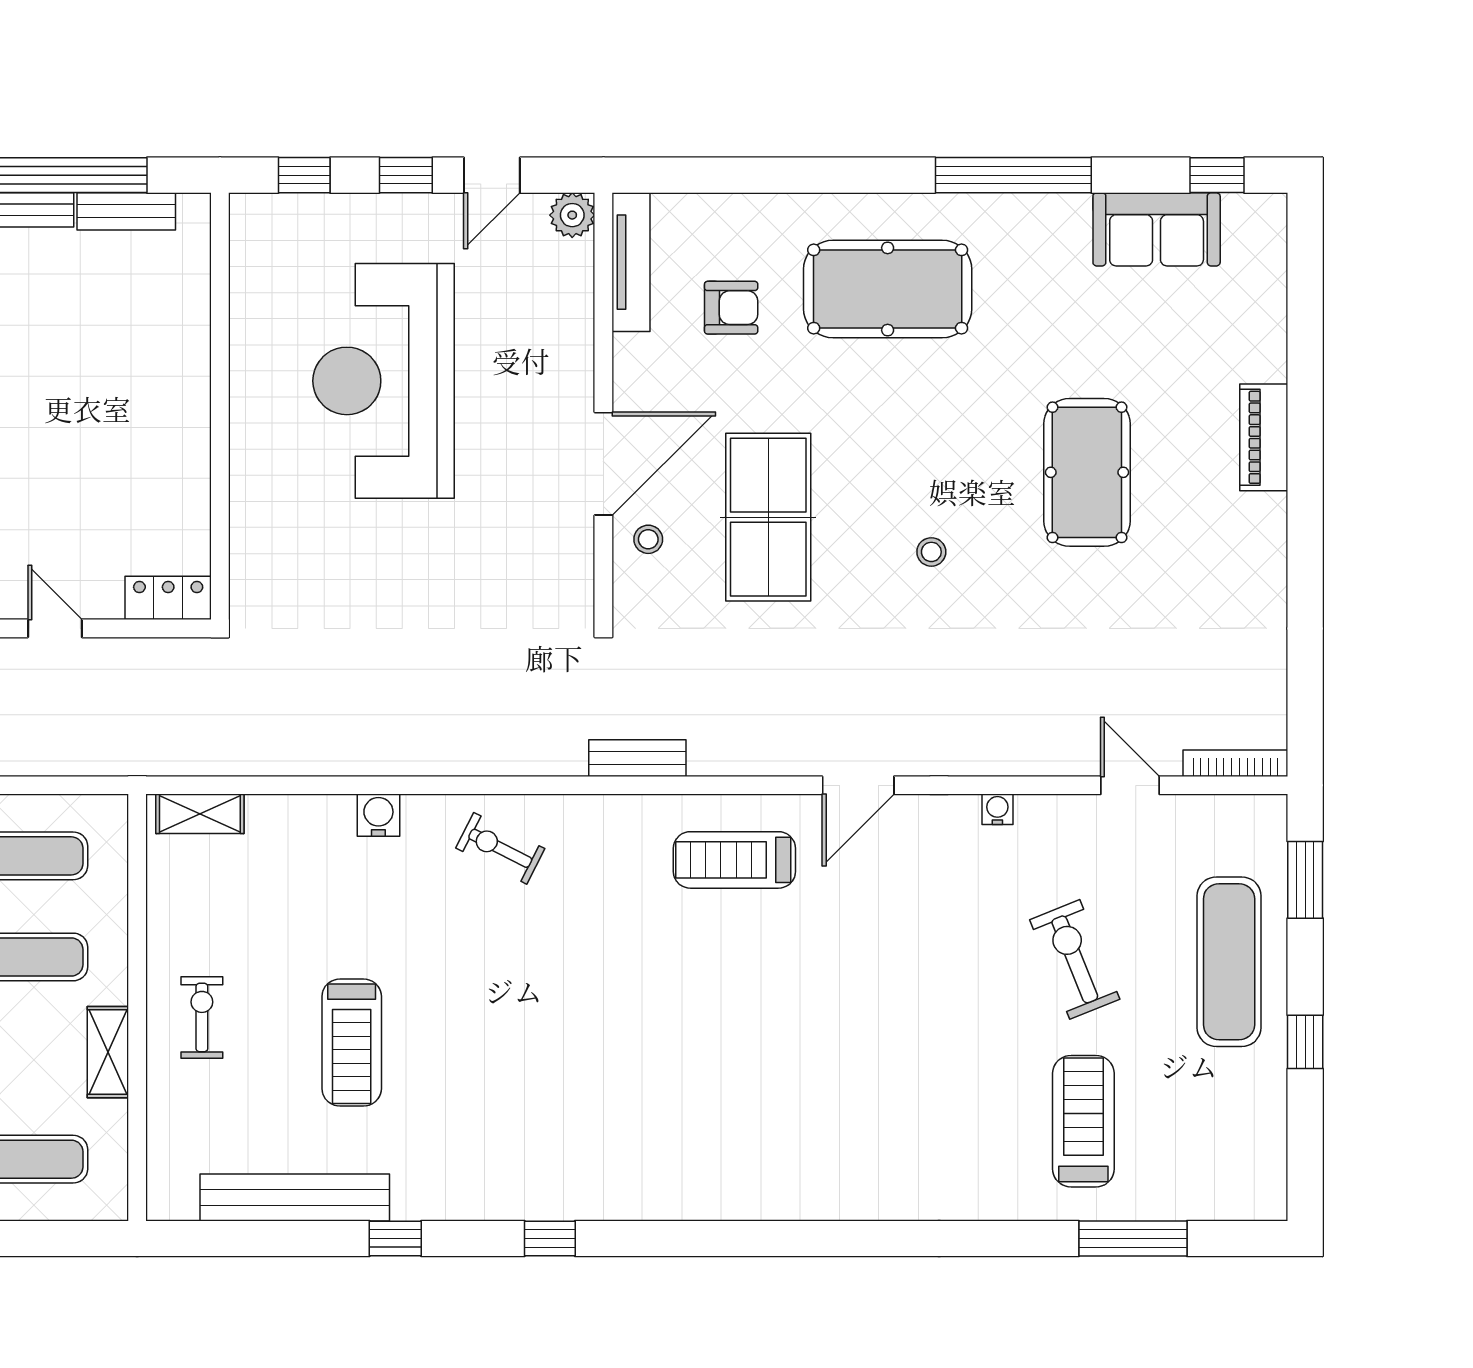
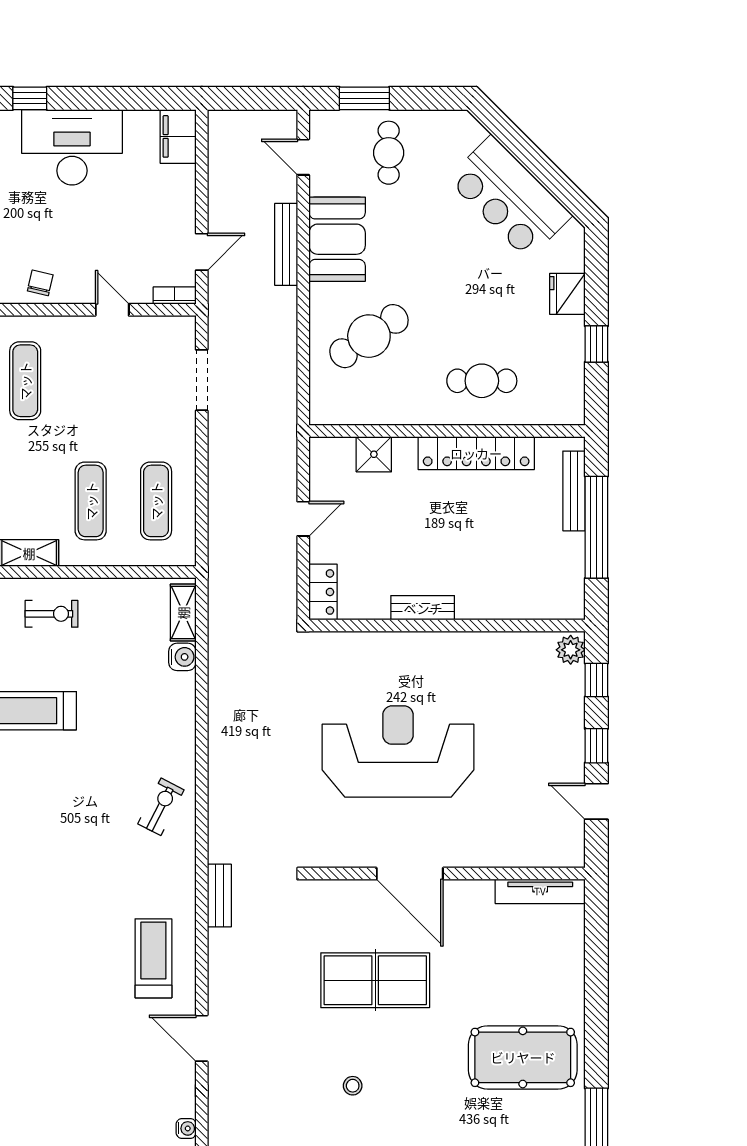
bench: (126, 211) -> (423, 608), moved, turned 90
plant: (572, 215) -> (571, 650), moved
pool table: (888, 289) -> (523, 1057), turned 90
armchair: (731, 308) -> (511, 956), removed
reception desk: (384, 381) -> (398, 752), moved
stool: (648, 539) -> (361, 903), removed
water cooler: (378, 815) -> (182, 657), moved

